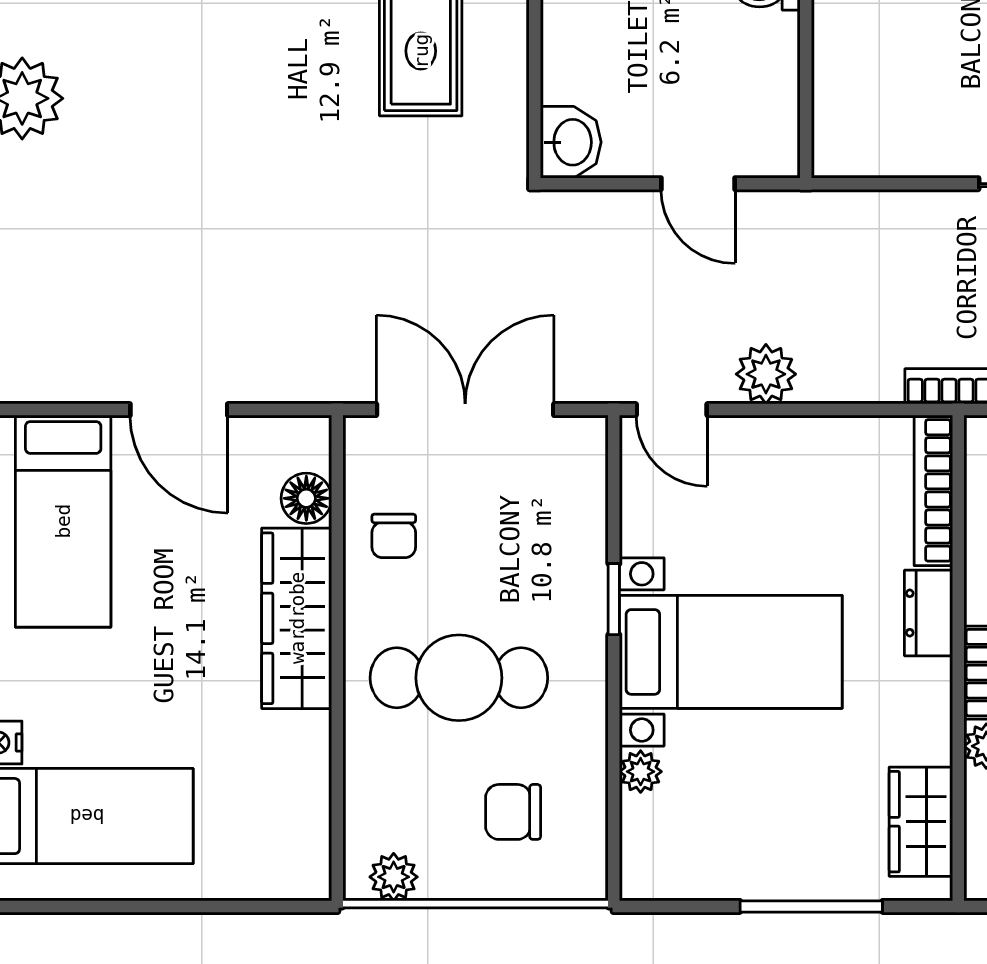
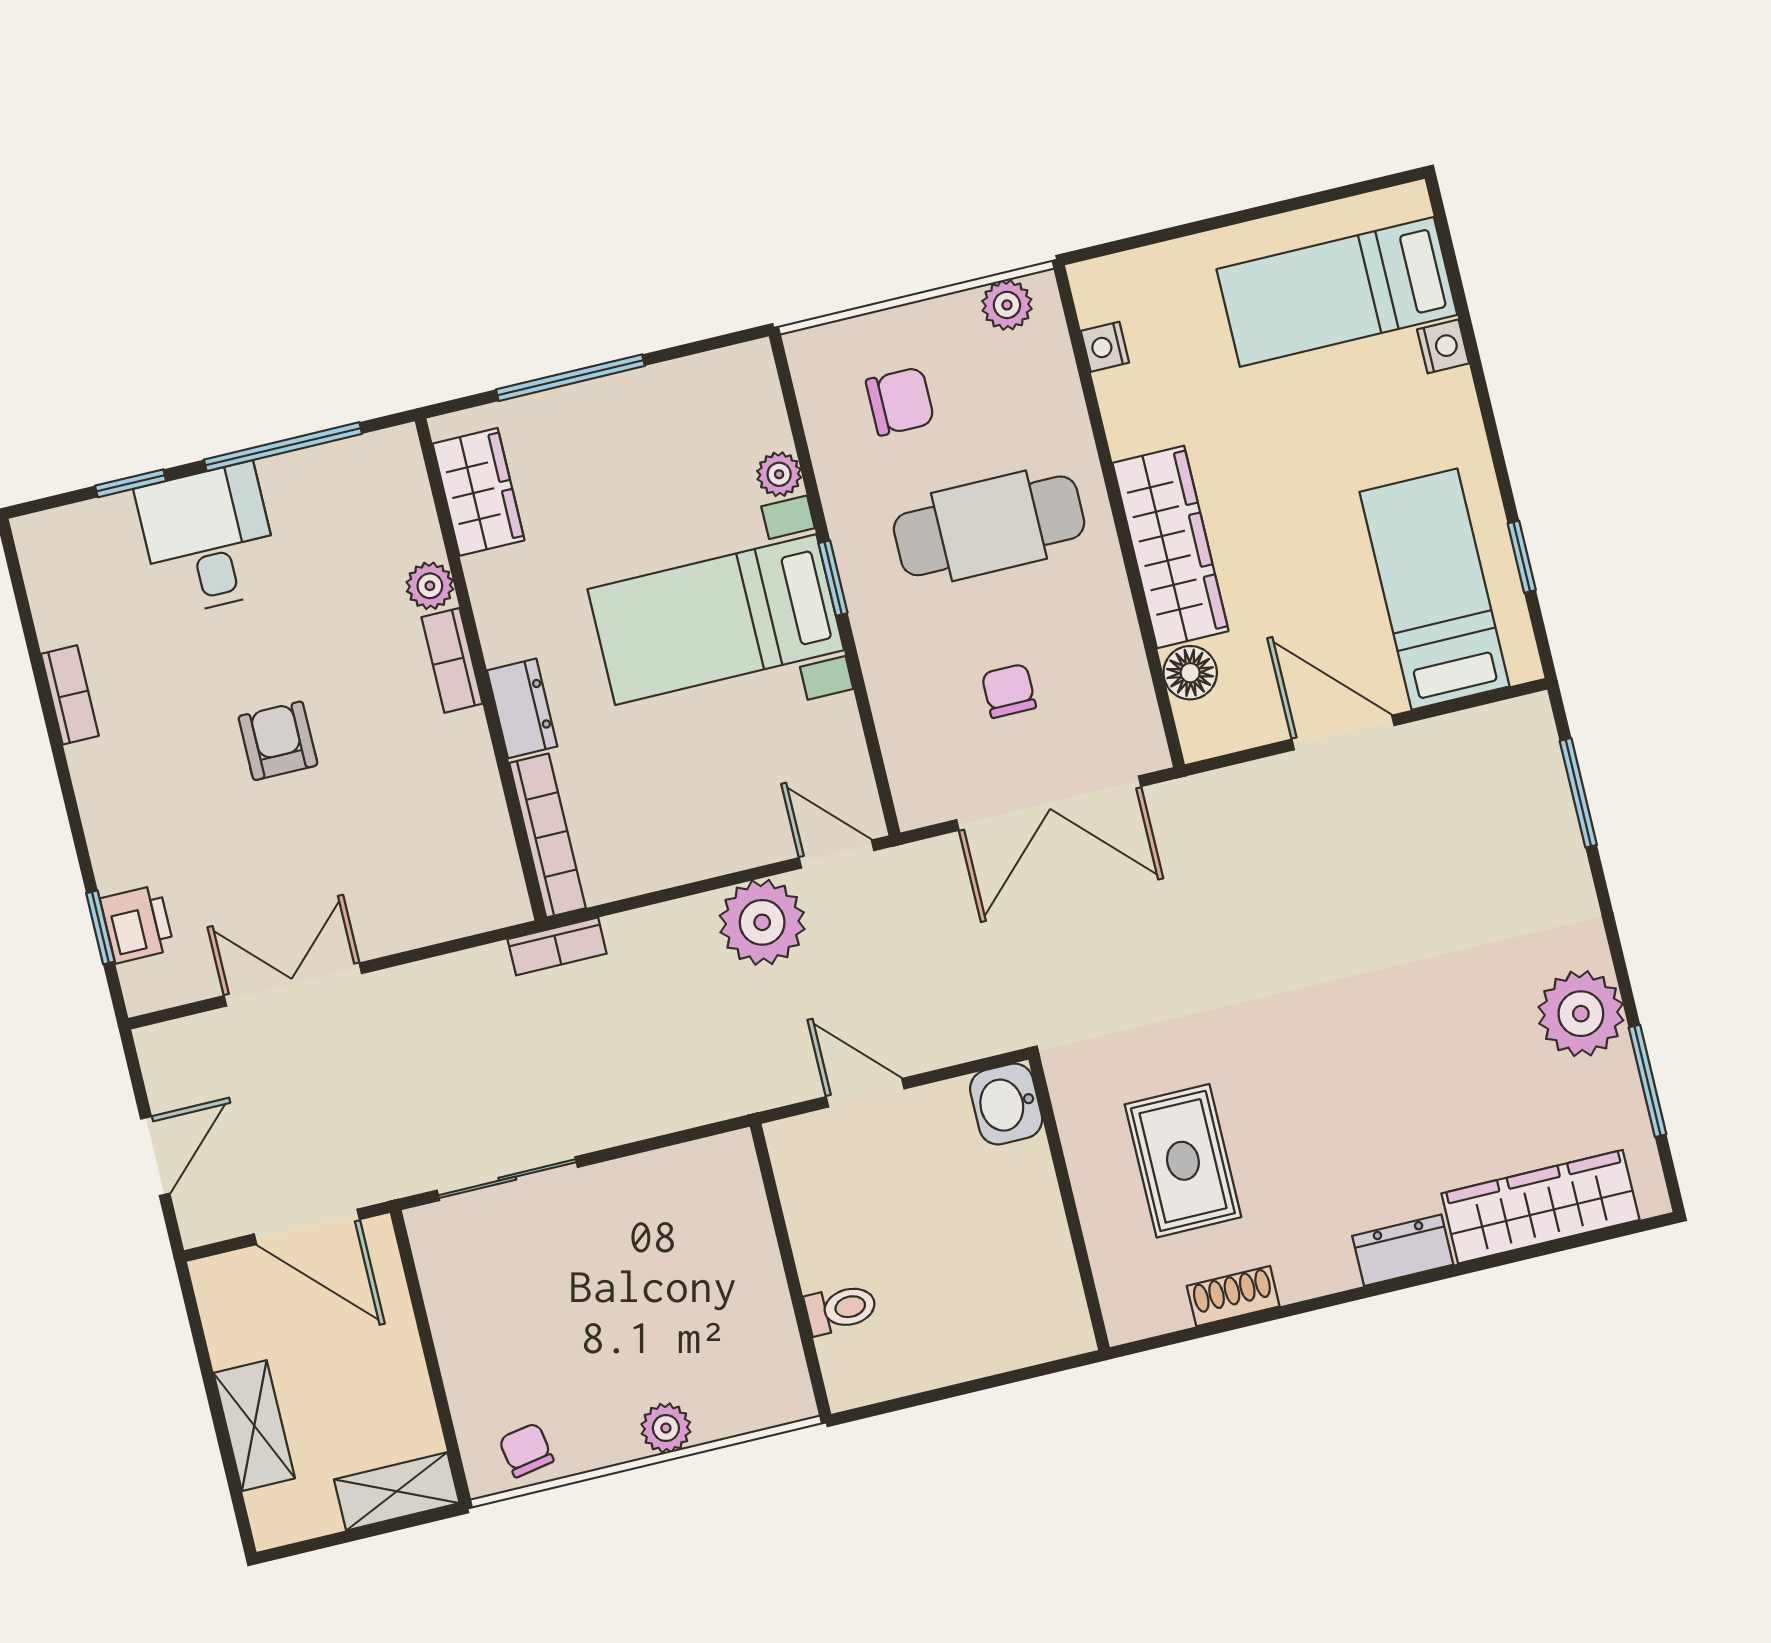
plant: (766, 374) -> (762, 922), width x1.36, depth x1.36
chair: (394, 536) -> (1009, 691), moved
window: (614, 599) -> (833, 578), moved
nightstand: (313, 817) -> (1105, 347), added

